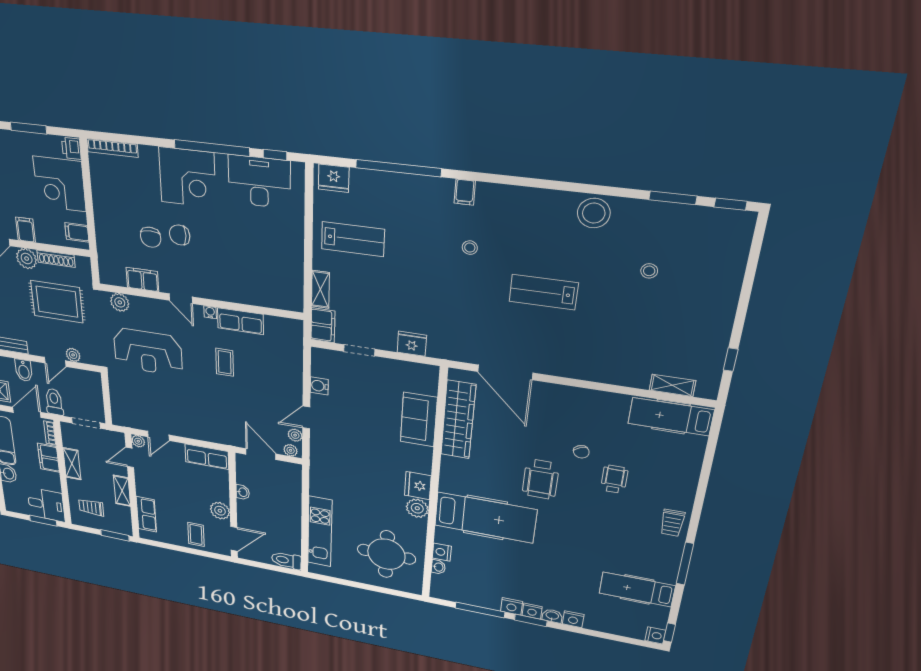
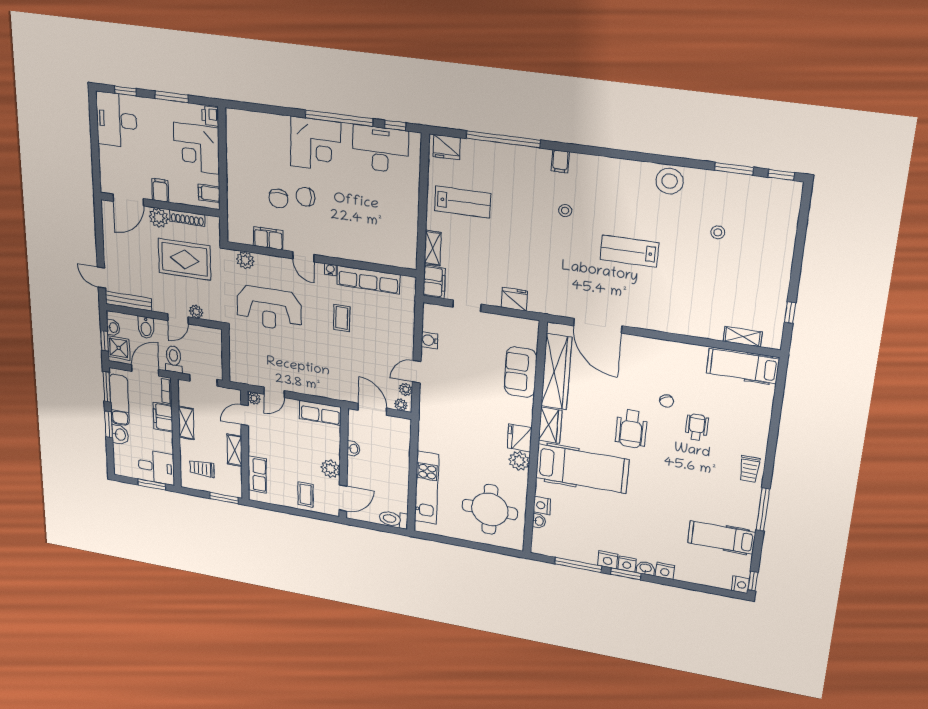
bookcase: (112, 148) -> (248, 116), removed
row of seats: (240, 321) -> (368, 280), width x1.48
wardrobe: (451, 474) -> (550, 425), added

